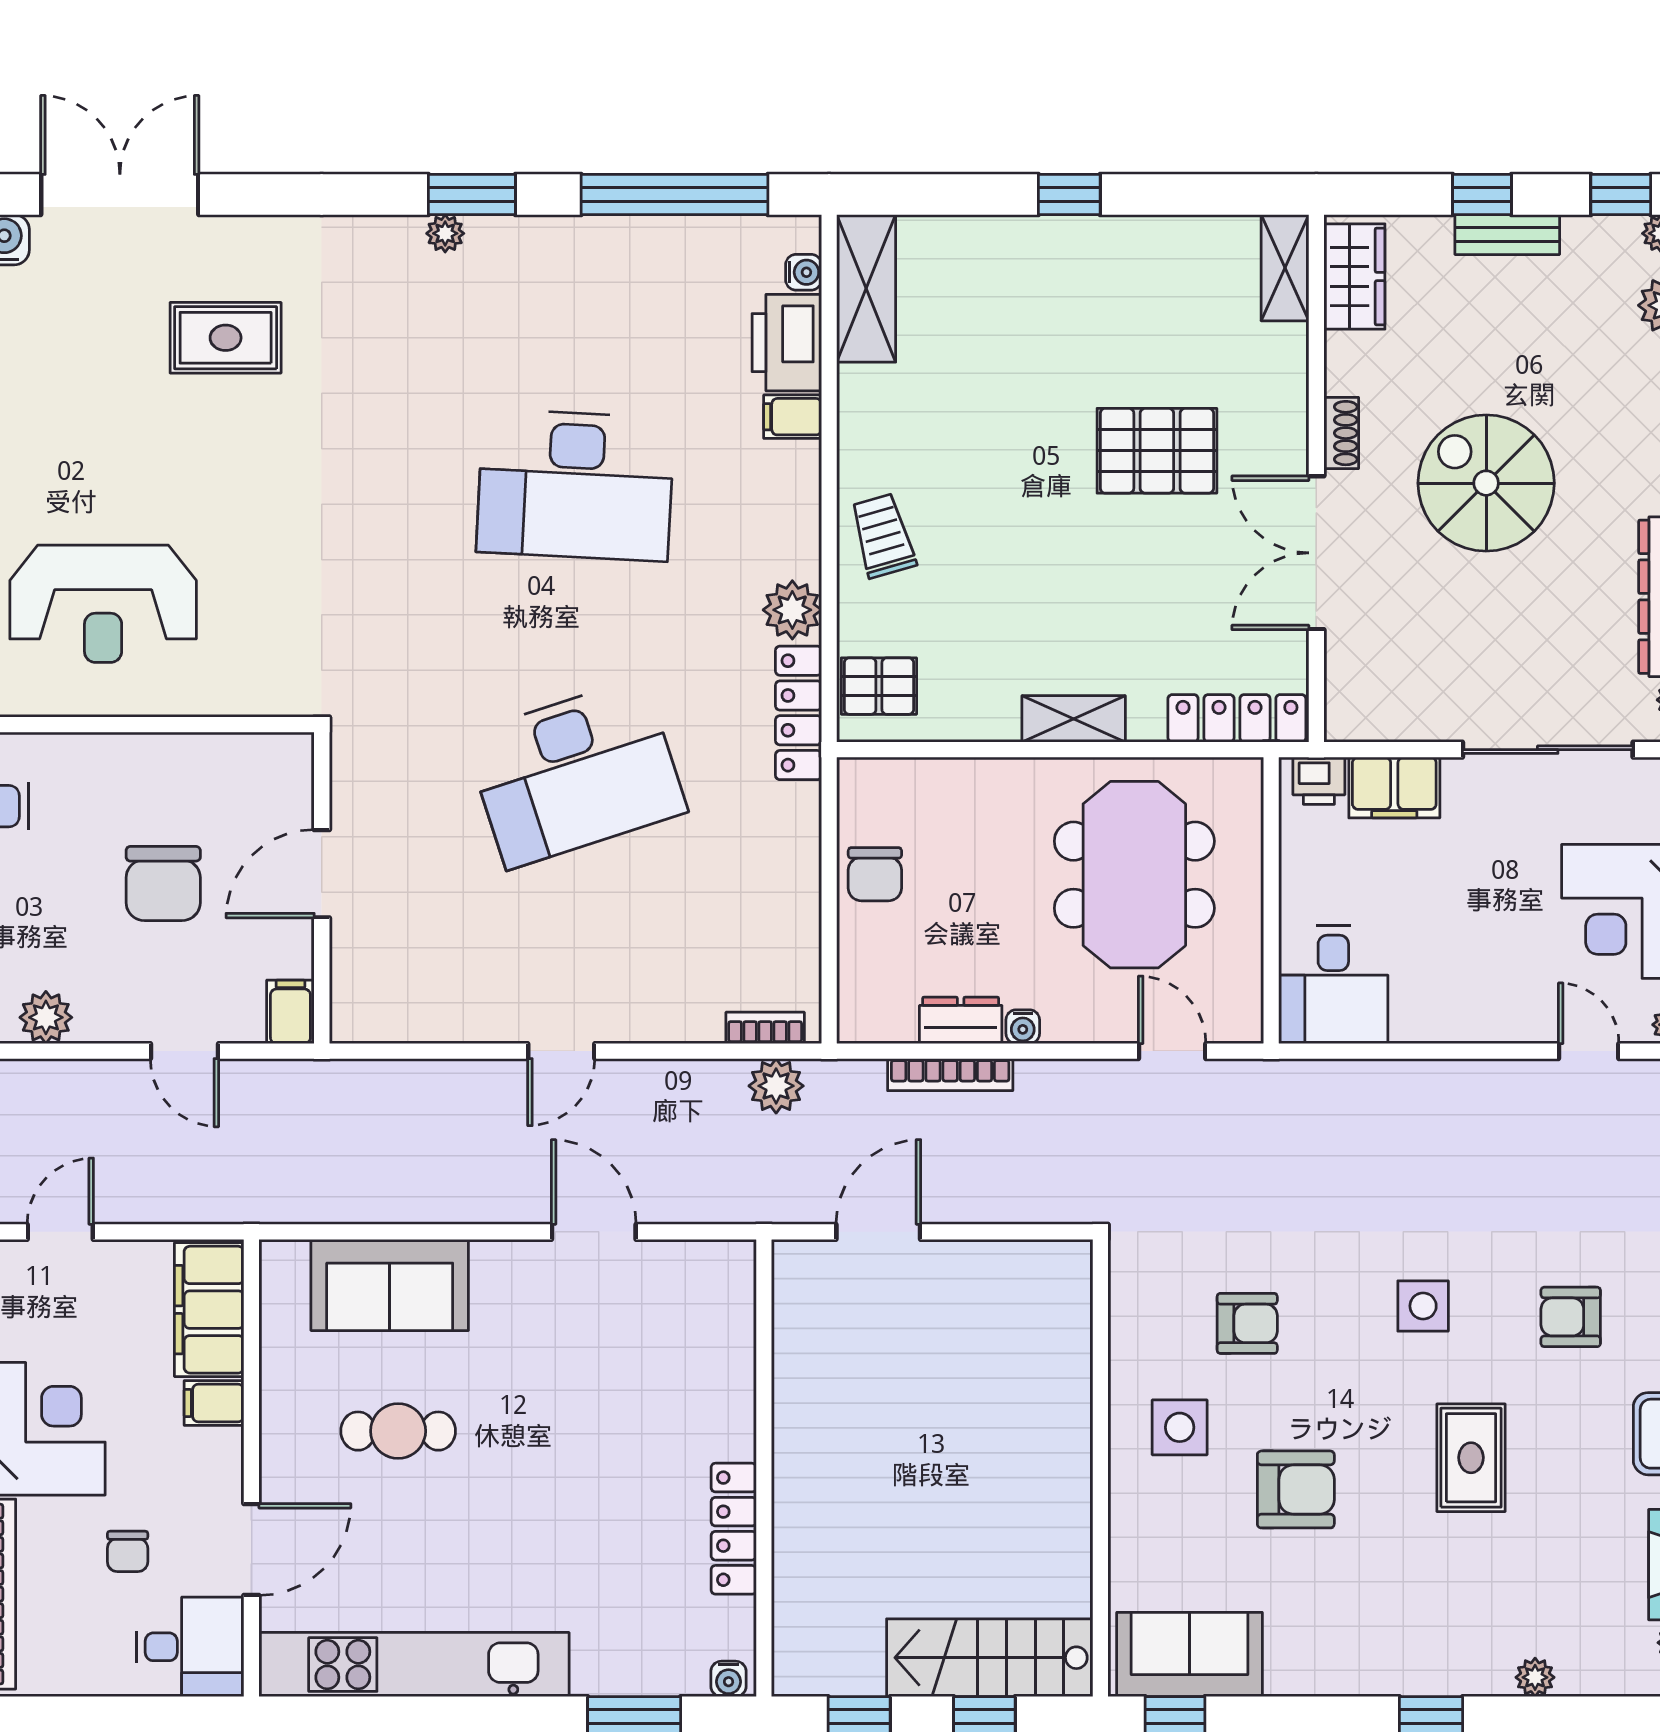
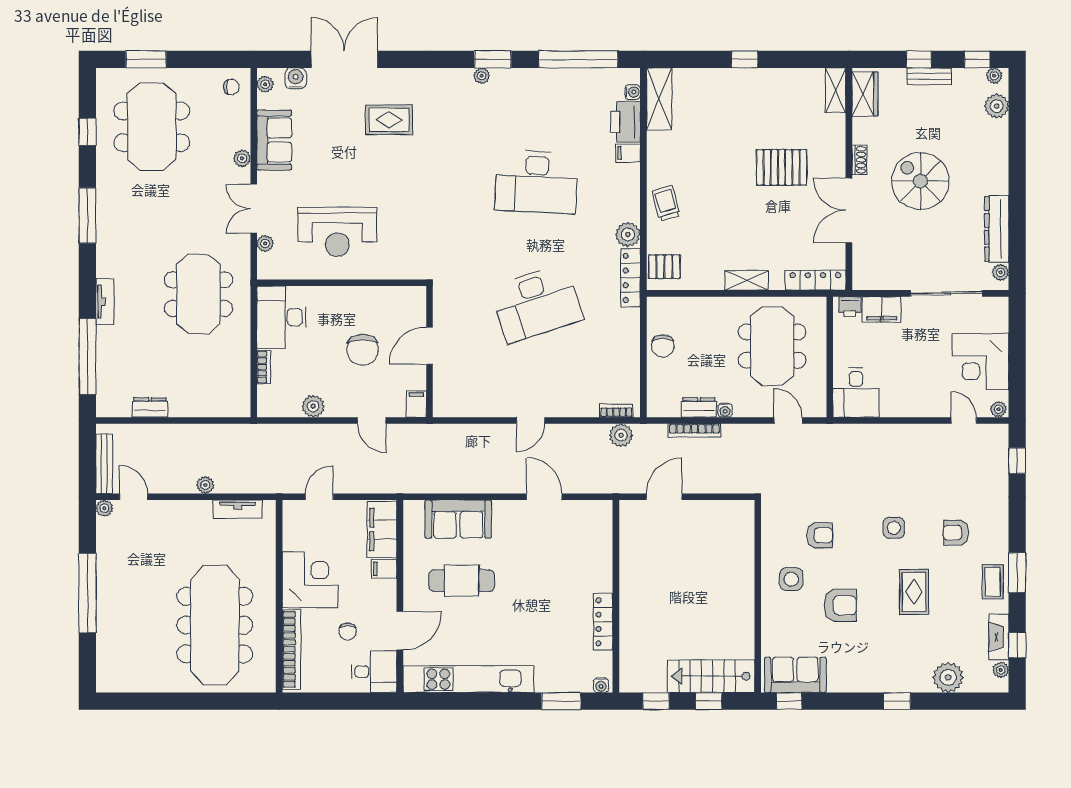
cafe table: (398, 1431) -> (462, 581), width x1.37, depth x1.35
plant: (1535, 1677) -> (948, 677), width x1.88, depth x1.88

